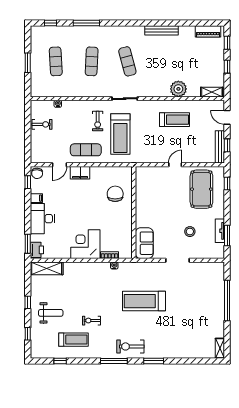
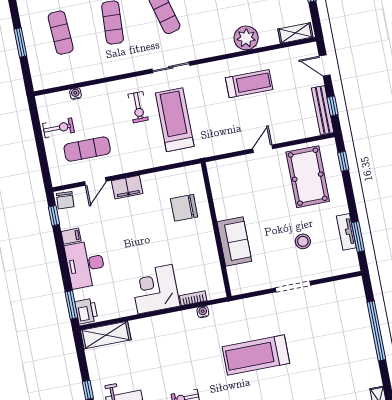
treadmill: (120, 134) -> (175, 120), turned 180
exercise mat: (86, 150) -> (87, 149), moved
chair: (115, 194) -> (184, 208), turned -90
sofa: (144, 243) -> (234, 242), moved

